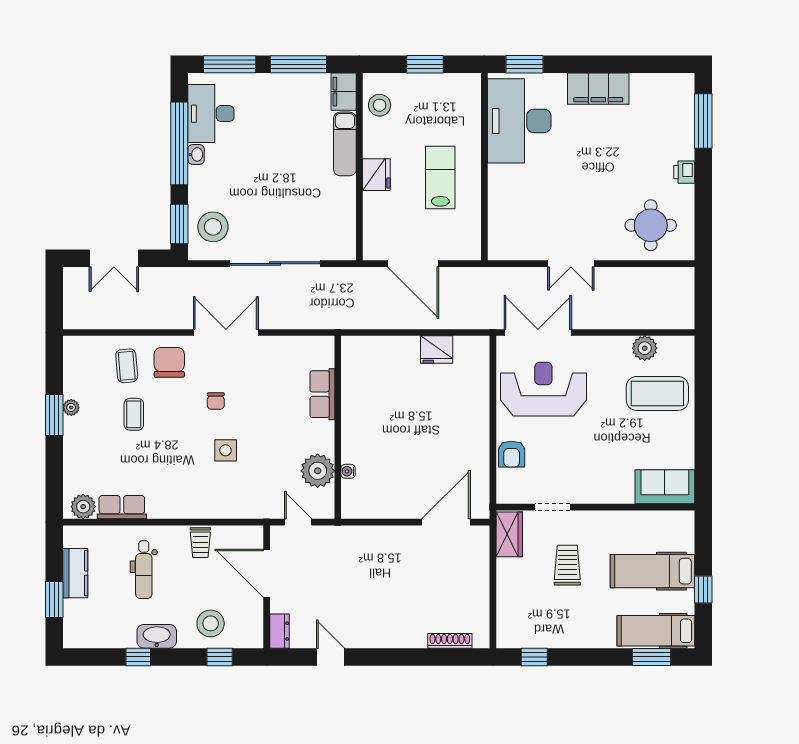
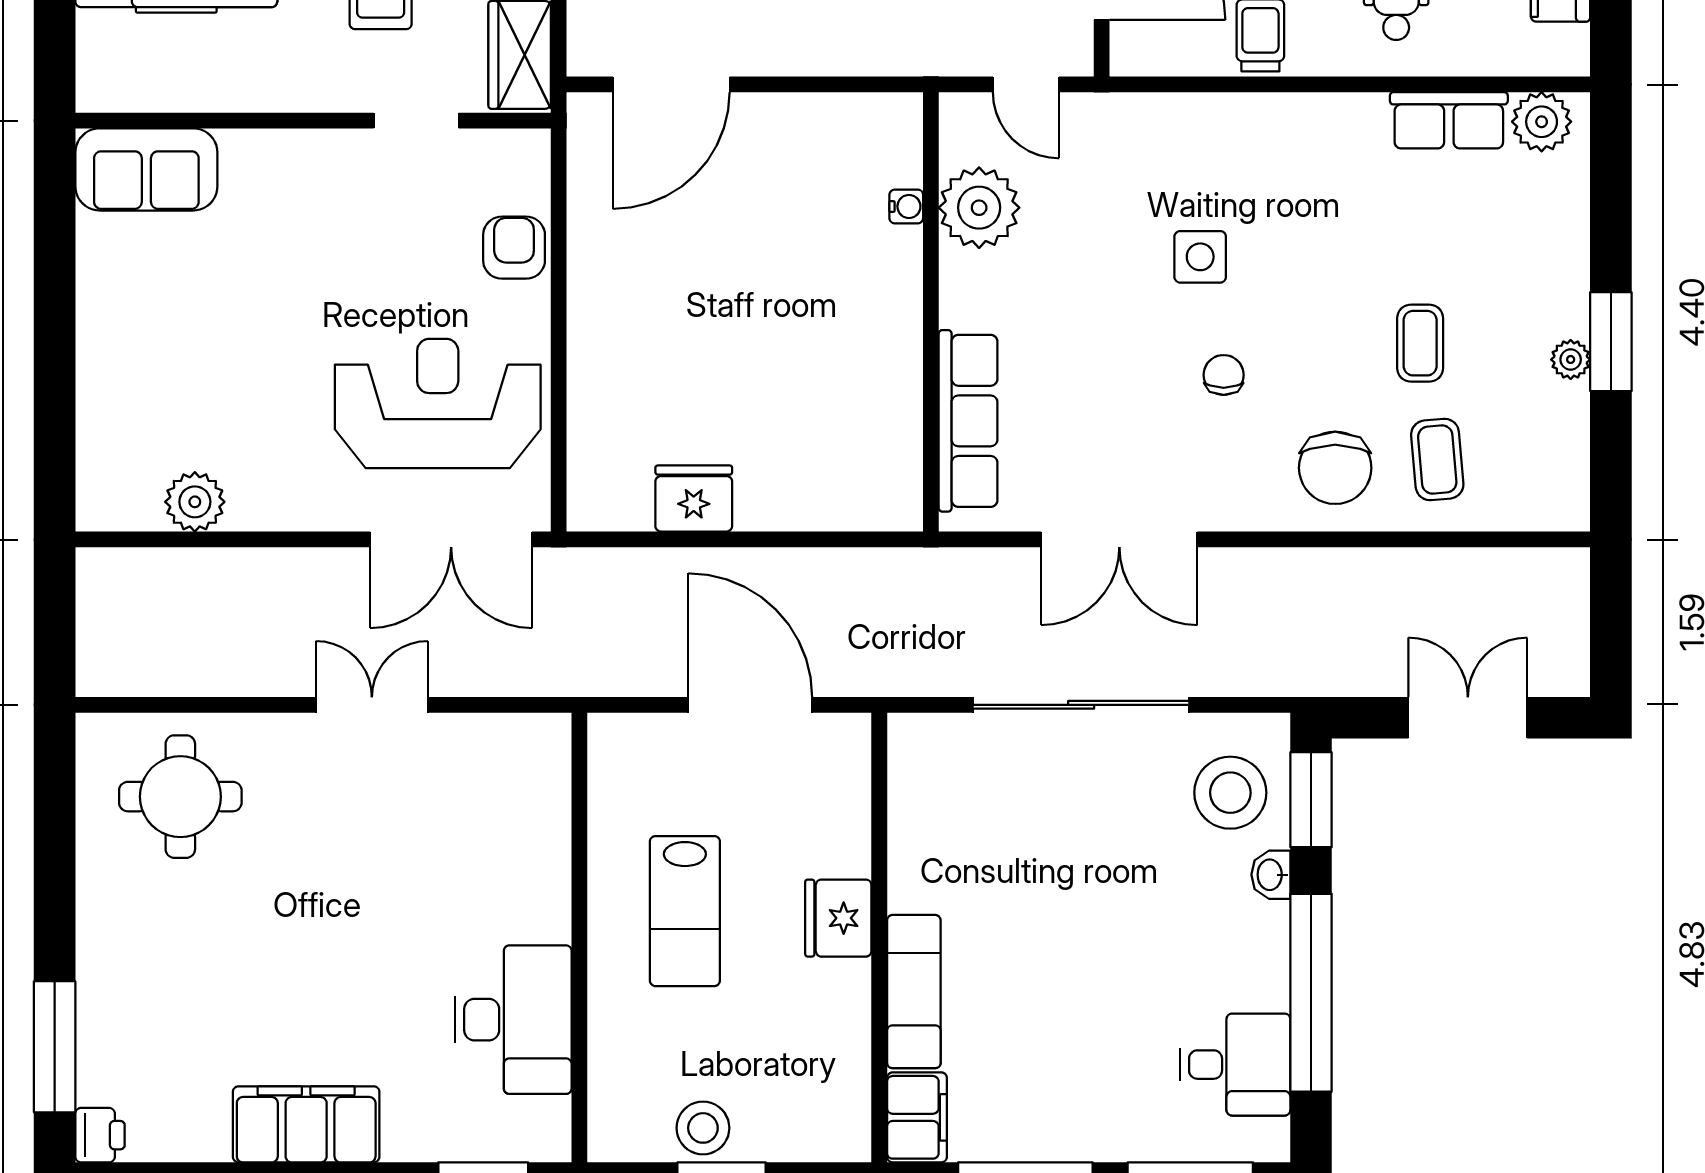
stool: (380, 105) -> (703, 1128), moved
desk: (211, 114) -> (1235, 1065), width x0.73
desk: (519, 121) -> (513, 1020), width x0.73, depth x0.77
washbasin: (196, 154) -> (1271, 875), moved
printer: (684, 172) -> (100, 1135), moved
double door: (226, 333) -> (1119, 539), moved
reception desk: (543, 389) -> (438, 403), turned 180
coffee table: (657, 393) -> (164, 393), removed
row of seats: (322, 394) -> (968, 421), width x1.48

